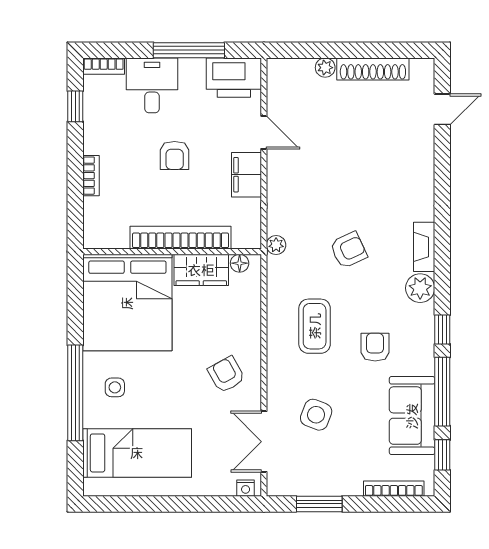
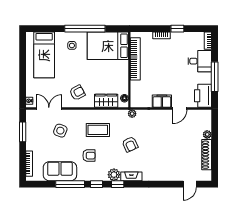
window: (75, 106) -> (177, 29), moved
door: (442, 109) -> (190, 184), hinge flipped
armchair: (175, 155) -> (170, 71), removed
bookcase: (181, 238) -> (135, 59), moved
wardrobe: (201, 270) -> (106, 101), moved, turned 90
bed: (127, 303) -> (108, 46), width x0.73
window: (75, 393) -> (85, 29), moved
window: (442, 455) -> (118, 184), moved

